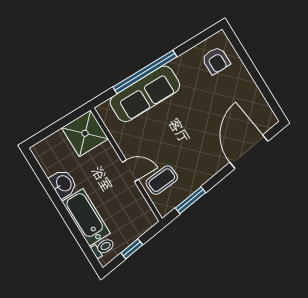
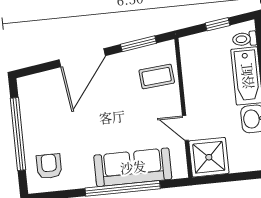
window: (255, 75) -> (18, 134), added
door: (249, 152) -> (82, 58), moved
door: (130, 171) -> (185, 128), moved

